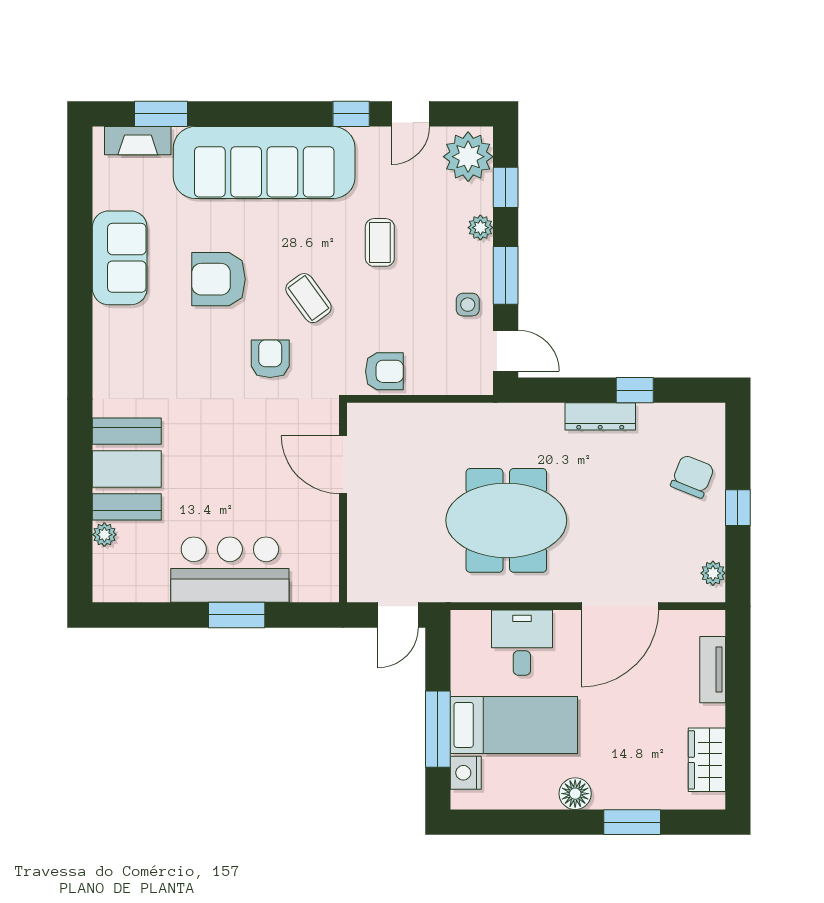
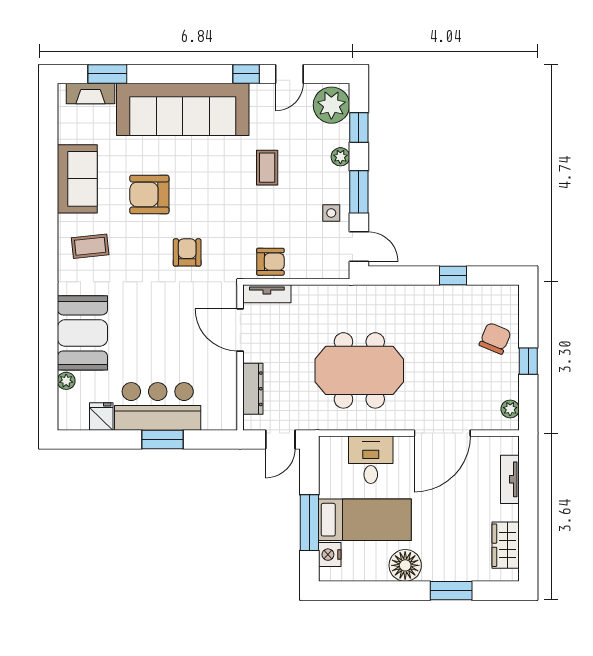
coffee table: (308, 298) -> (90, 246), moved, turned -60
tv unit: (380, 415) -> (267, 294), added
dresser: (600, 416) -> (253, 389), moved, turned -90
fridge: (153, 584) -> (101, 417), added
floor lamp: (575, 794) -> (405, 565), width x1.38, depth x1.38

